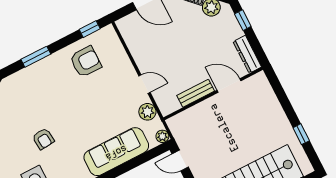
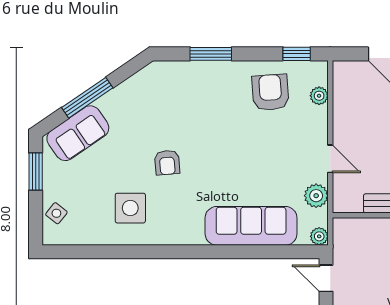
plant: (117, 48) -> (319, 96), added
armchair: (86, 62) -> (270, 92), turned -94

